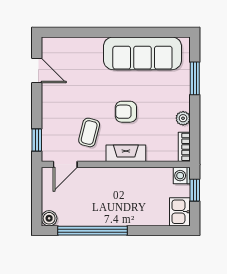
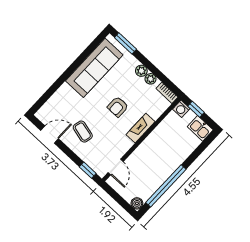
window: (195, 78) -> (125, 43), moved
plant: (183, 102) -> (141, 71), added
coffee table: (89, 132) -> (83, 132), moved

